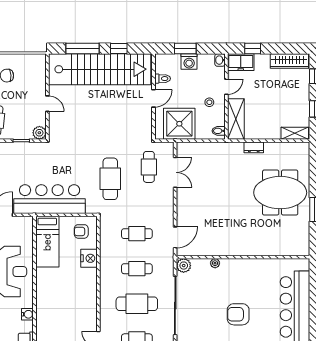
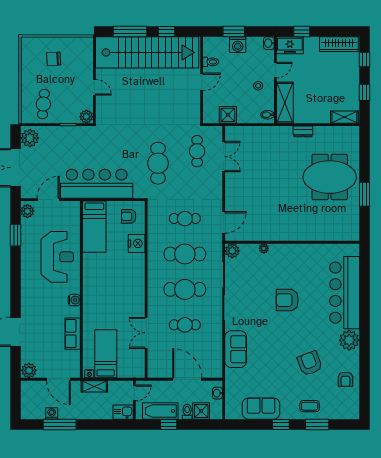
shower: (179, 124) -> (228, 115), width x0.54, depth x0.54
cafe table: (137, 269) -> (185, 254), width x1.37, depth x1.35

